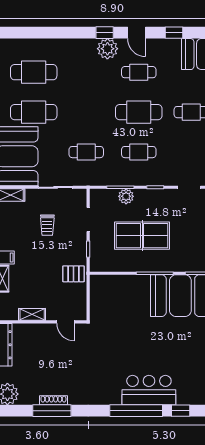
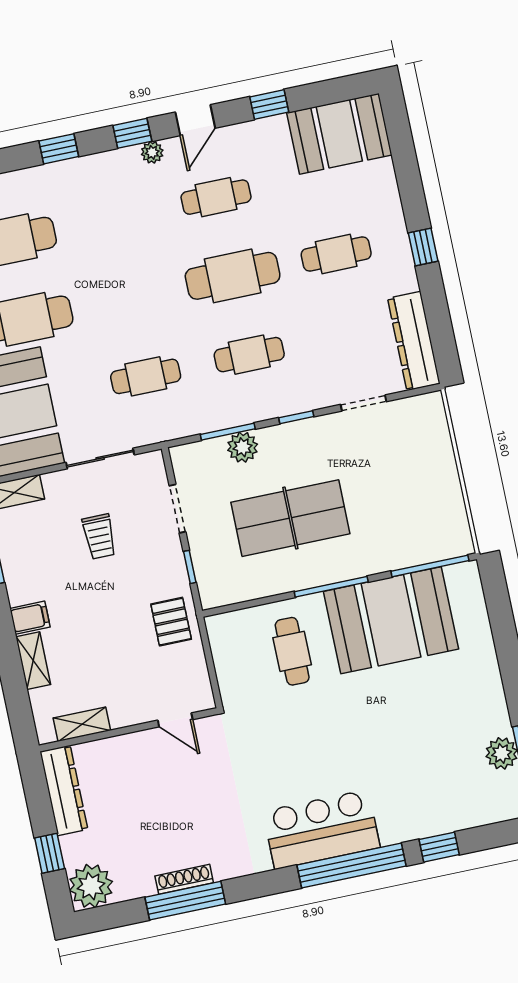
window: (67, 33) -> (59, 149), added
door: (137, 33) -> (195, 120), hinge flipped
plant: (107, 49) -> (152, 152), width x0.53, depth x0.53
pallet: (73, 274) -> (171, 622), turned 90
cafe table: (129, 301) -> (292, 651), added
shelving: (32, 314) -> (82, 724), moved
bar counter: (149, 390) -> (321, 829), moved

